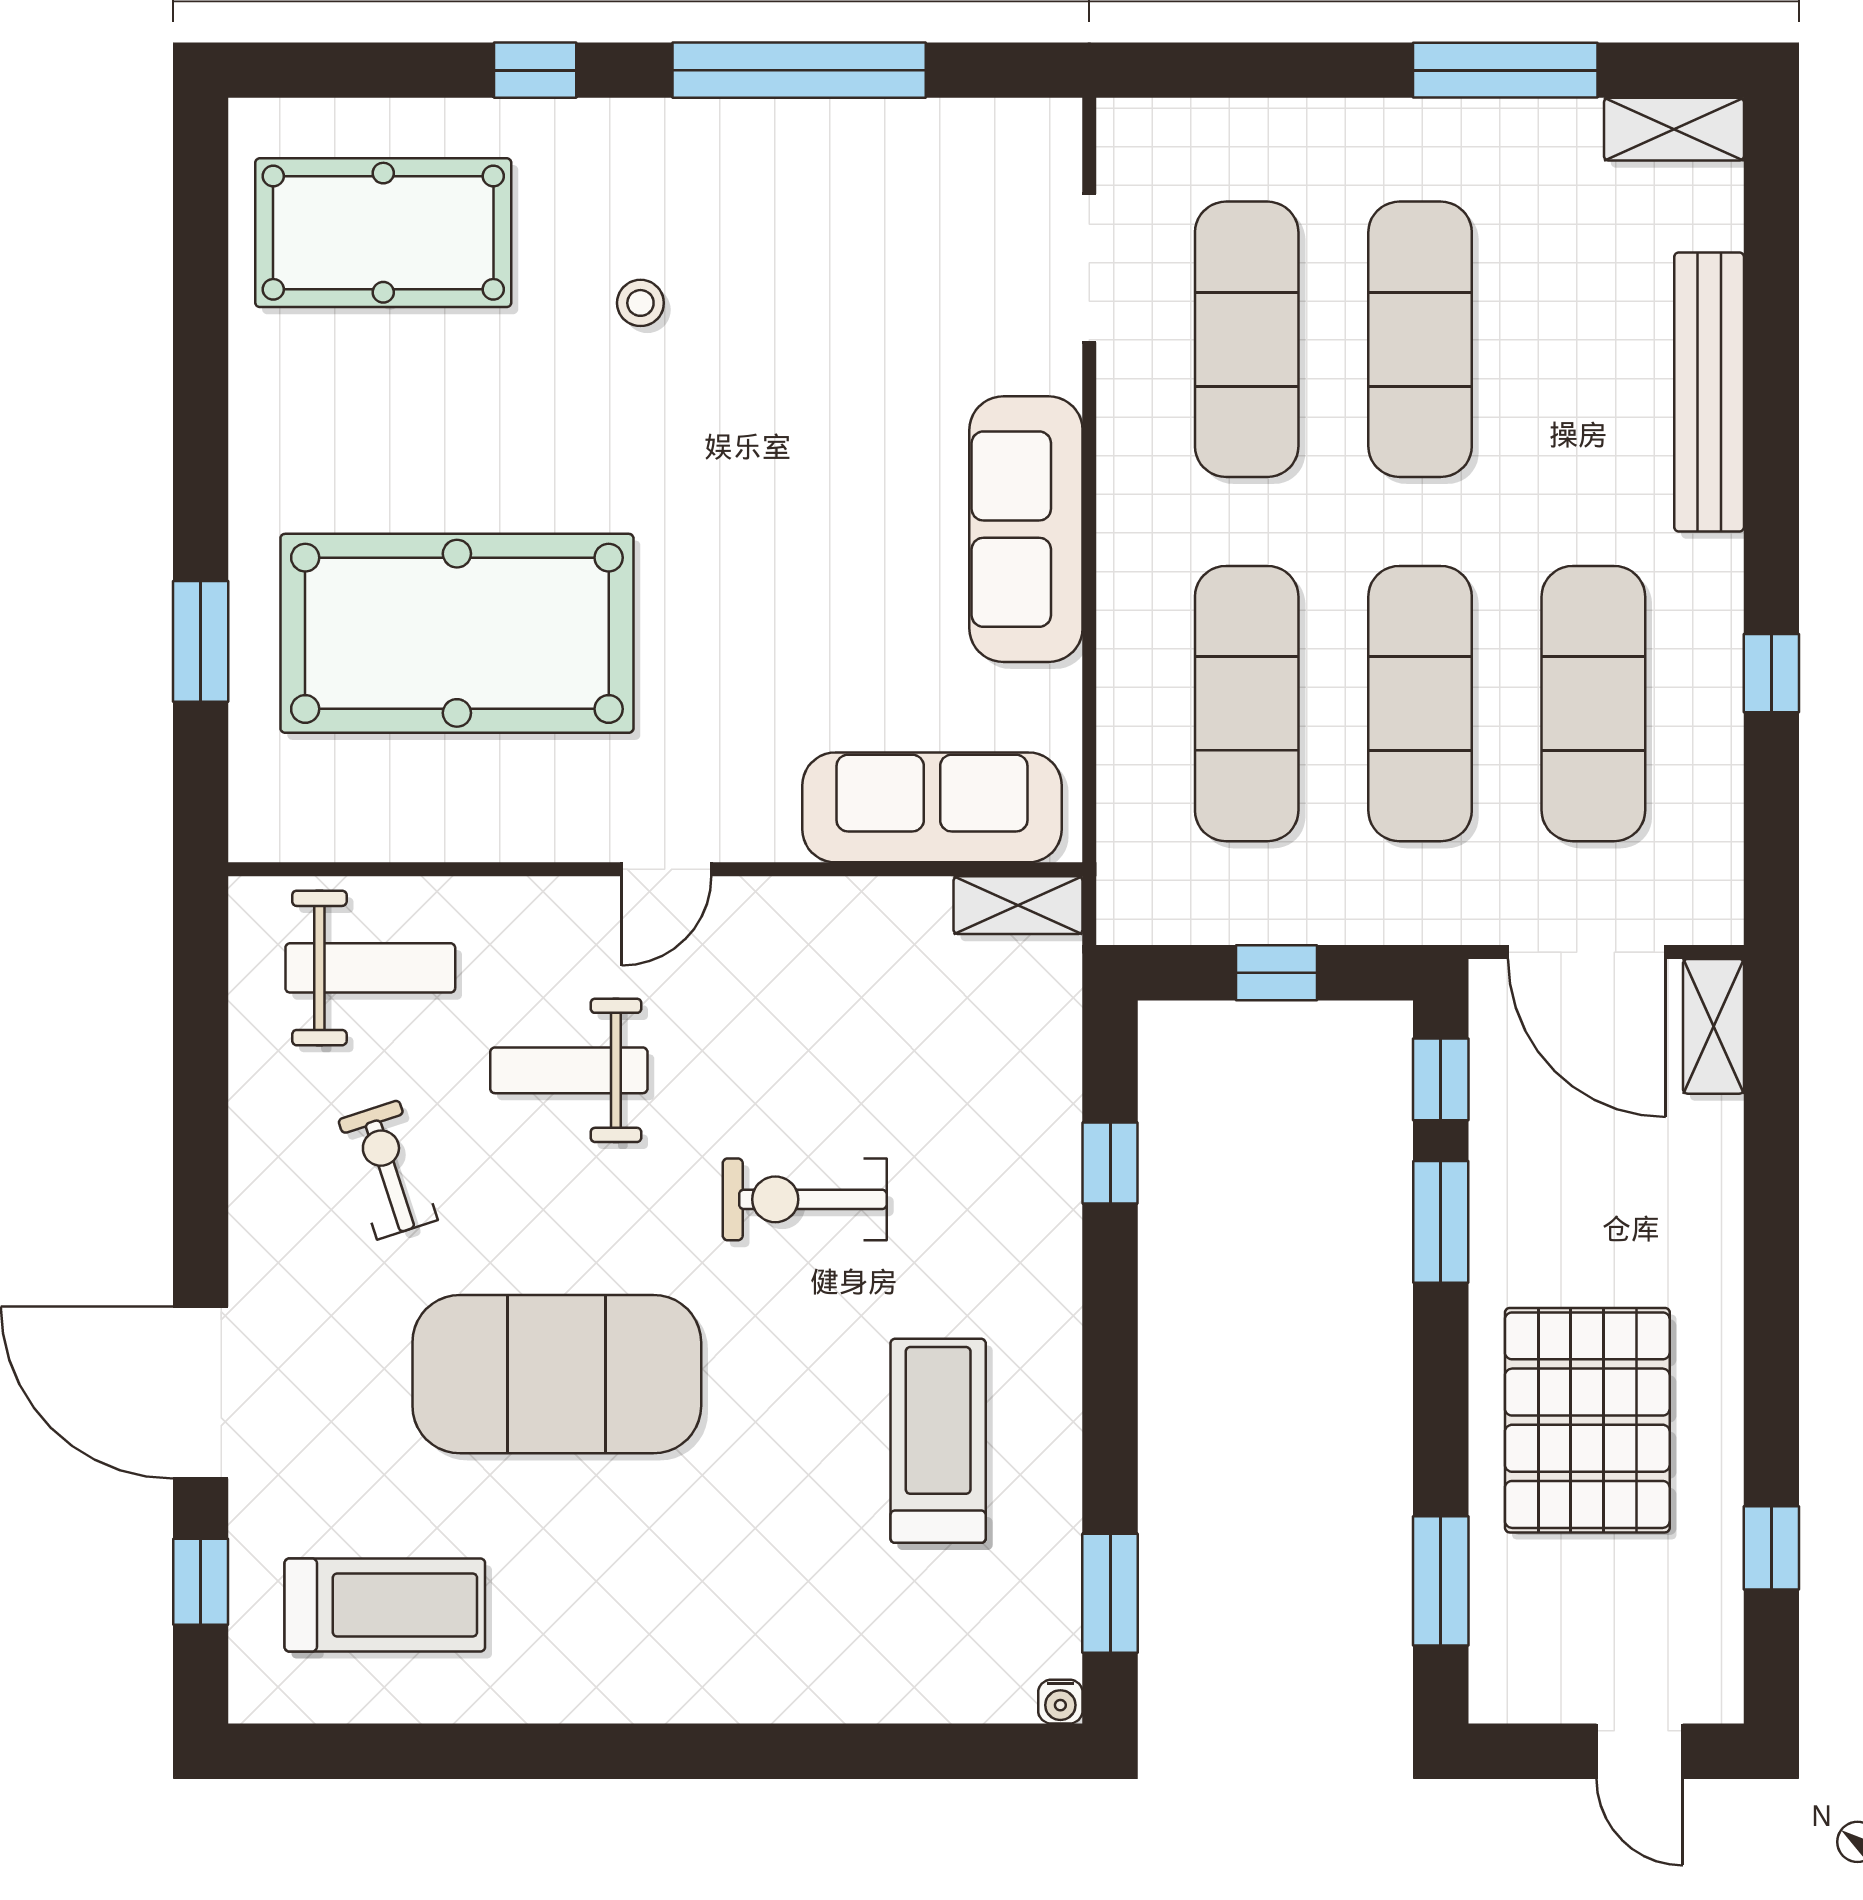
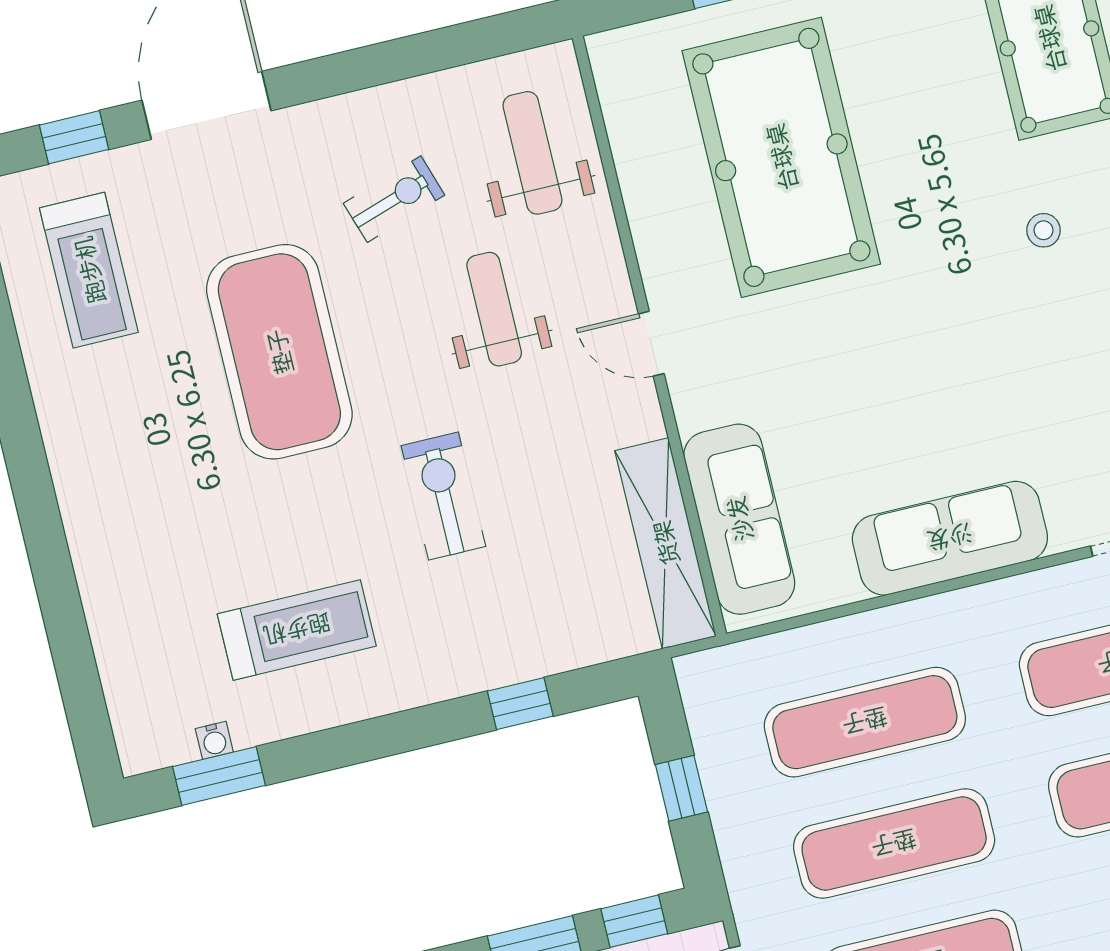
shelving: (1018, 905) -> (665, 543), width x2.20, depth x1.33
weight bench: (370, 968) -> (532, 153), turned 180
water cooler: (1060, 1702) -> (214, 740), moved, turned -90

